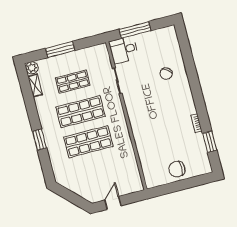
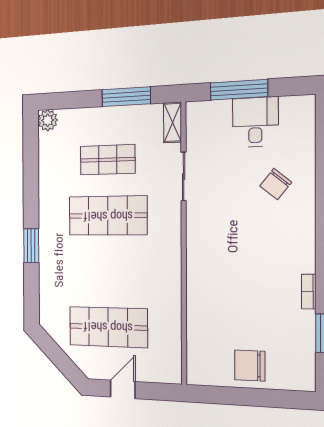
window: (60, 49) -> (126, 97), moved
desk: (124, 50) -> (255, 122), moved, turned 90
shelving: (35, 85) -> (173, 122), moved
shop shelf: (88, 142) -> (108, 327), moved

